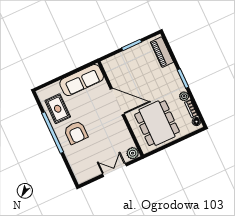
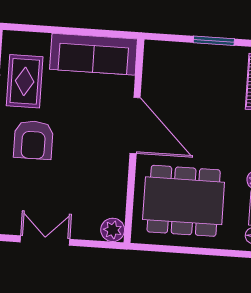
dining table: (157, 123) -> (184, 201), turned 90
double door: (114, 170) -> (45, 241), moved

